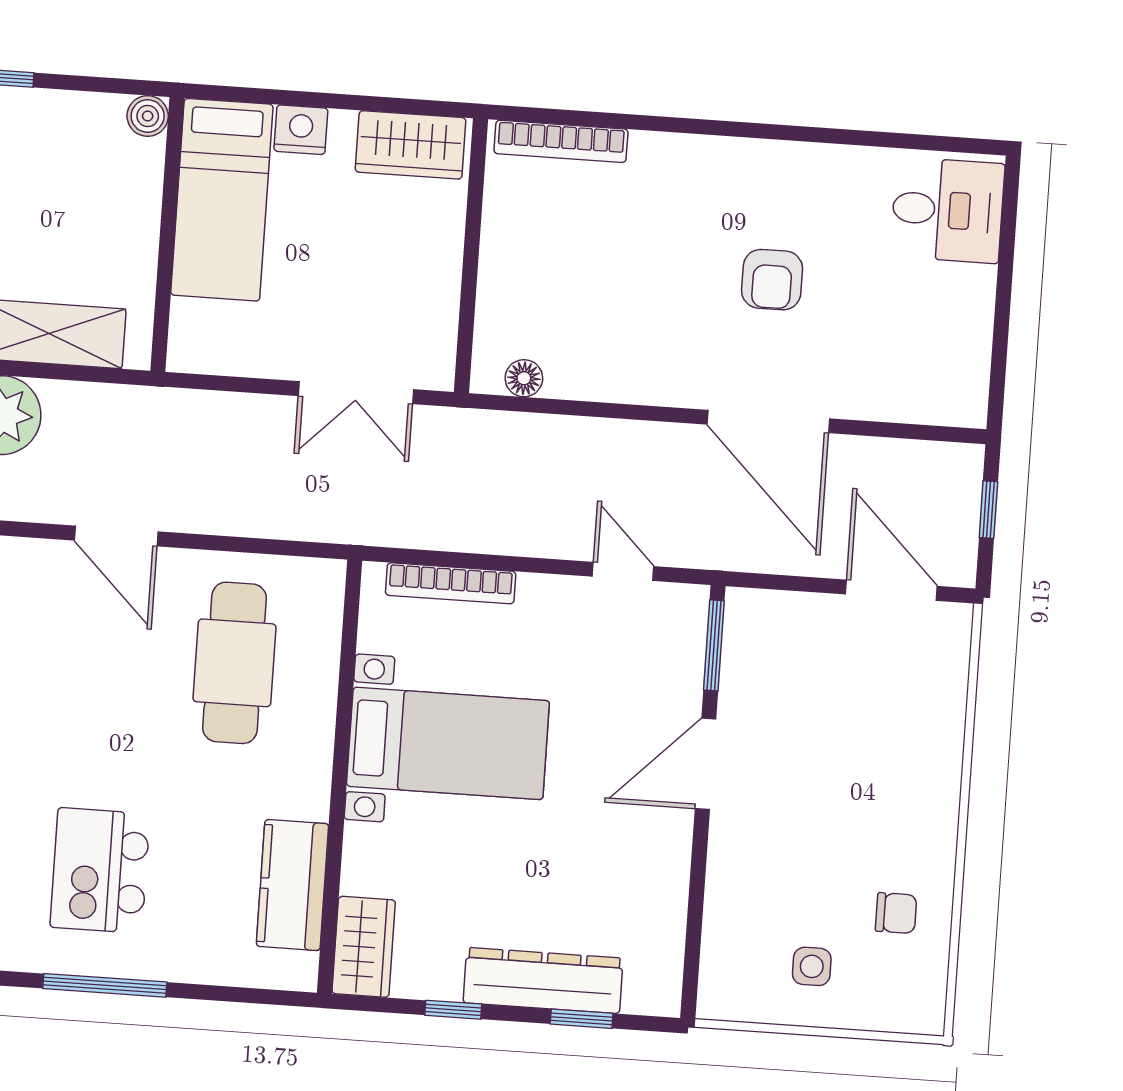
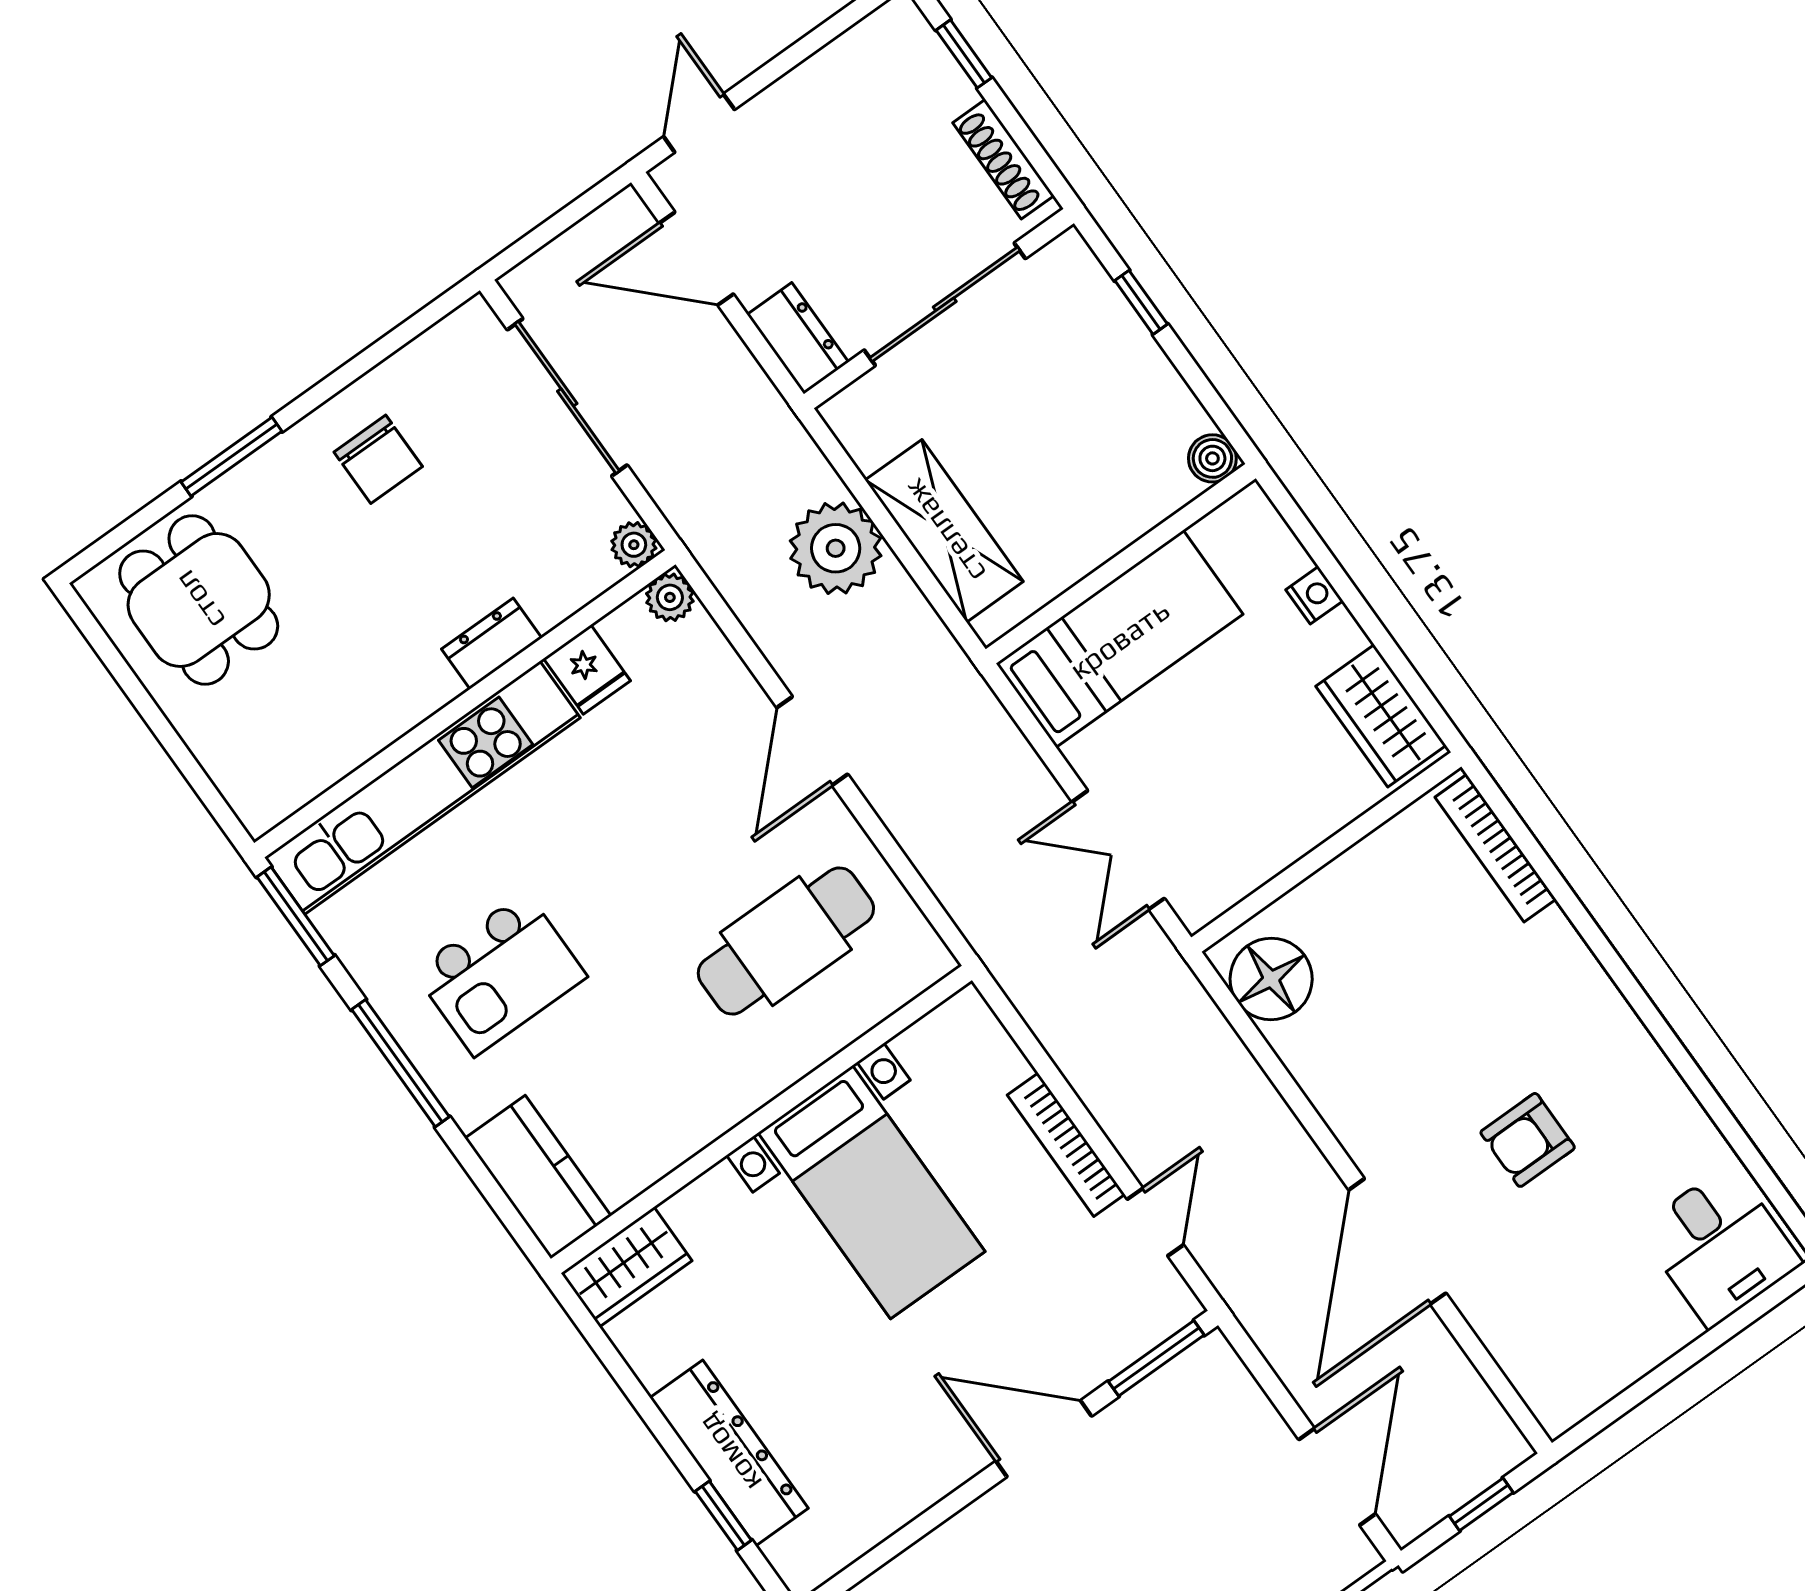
nightstand: (301, 130) -> (1315, 595), width x0.72, depth x0.74
bed: (222, 200) -> (1119, 639), moved, turned 180
floor lamp: (524, 378) -> (1271, 979), width x1.89, depth x1.89
bookcase: (451, 583) -> (1066, 1145), moved
kitchen island: (100, 870) -> (500, 974), turned 180
kitchen counter: (292, 885) -> (538, 1177), moved, turned 90
window: (453, 1010) -> (636, 1394), removed

